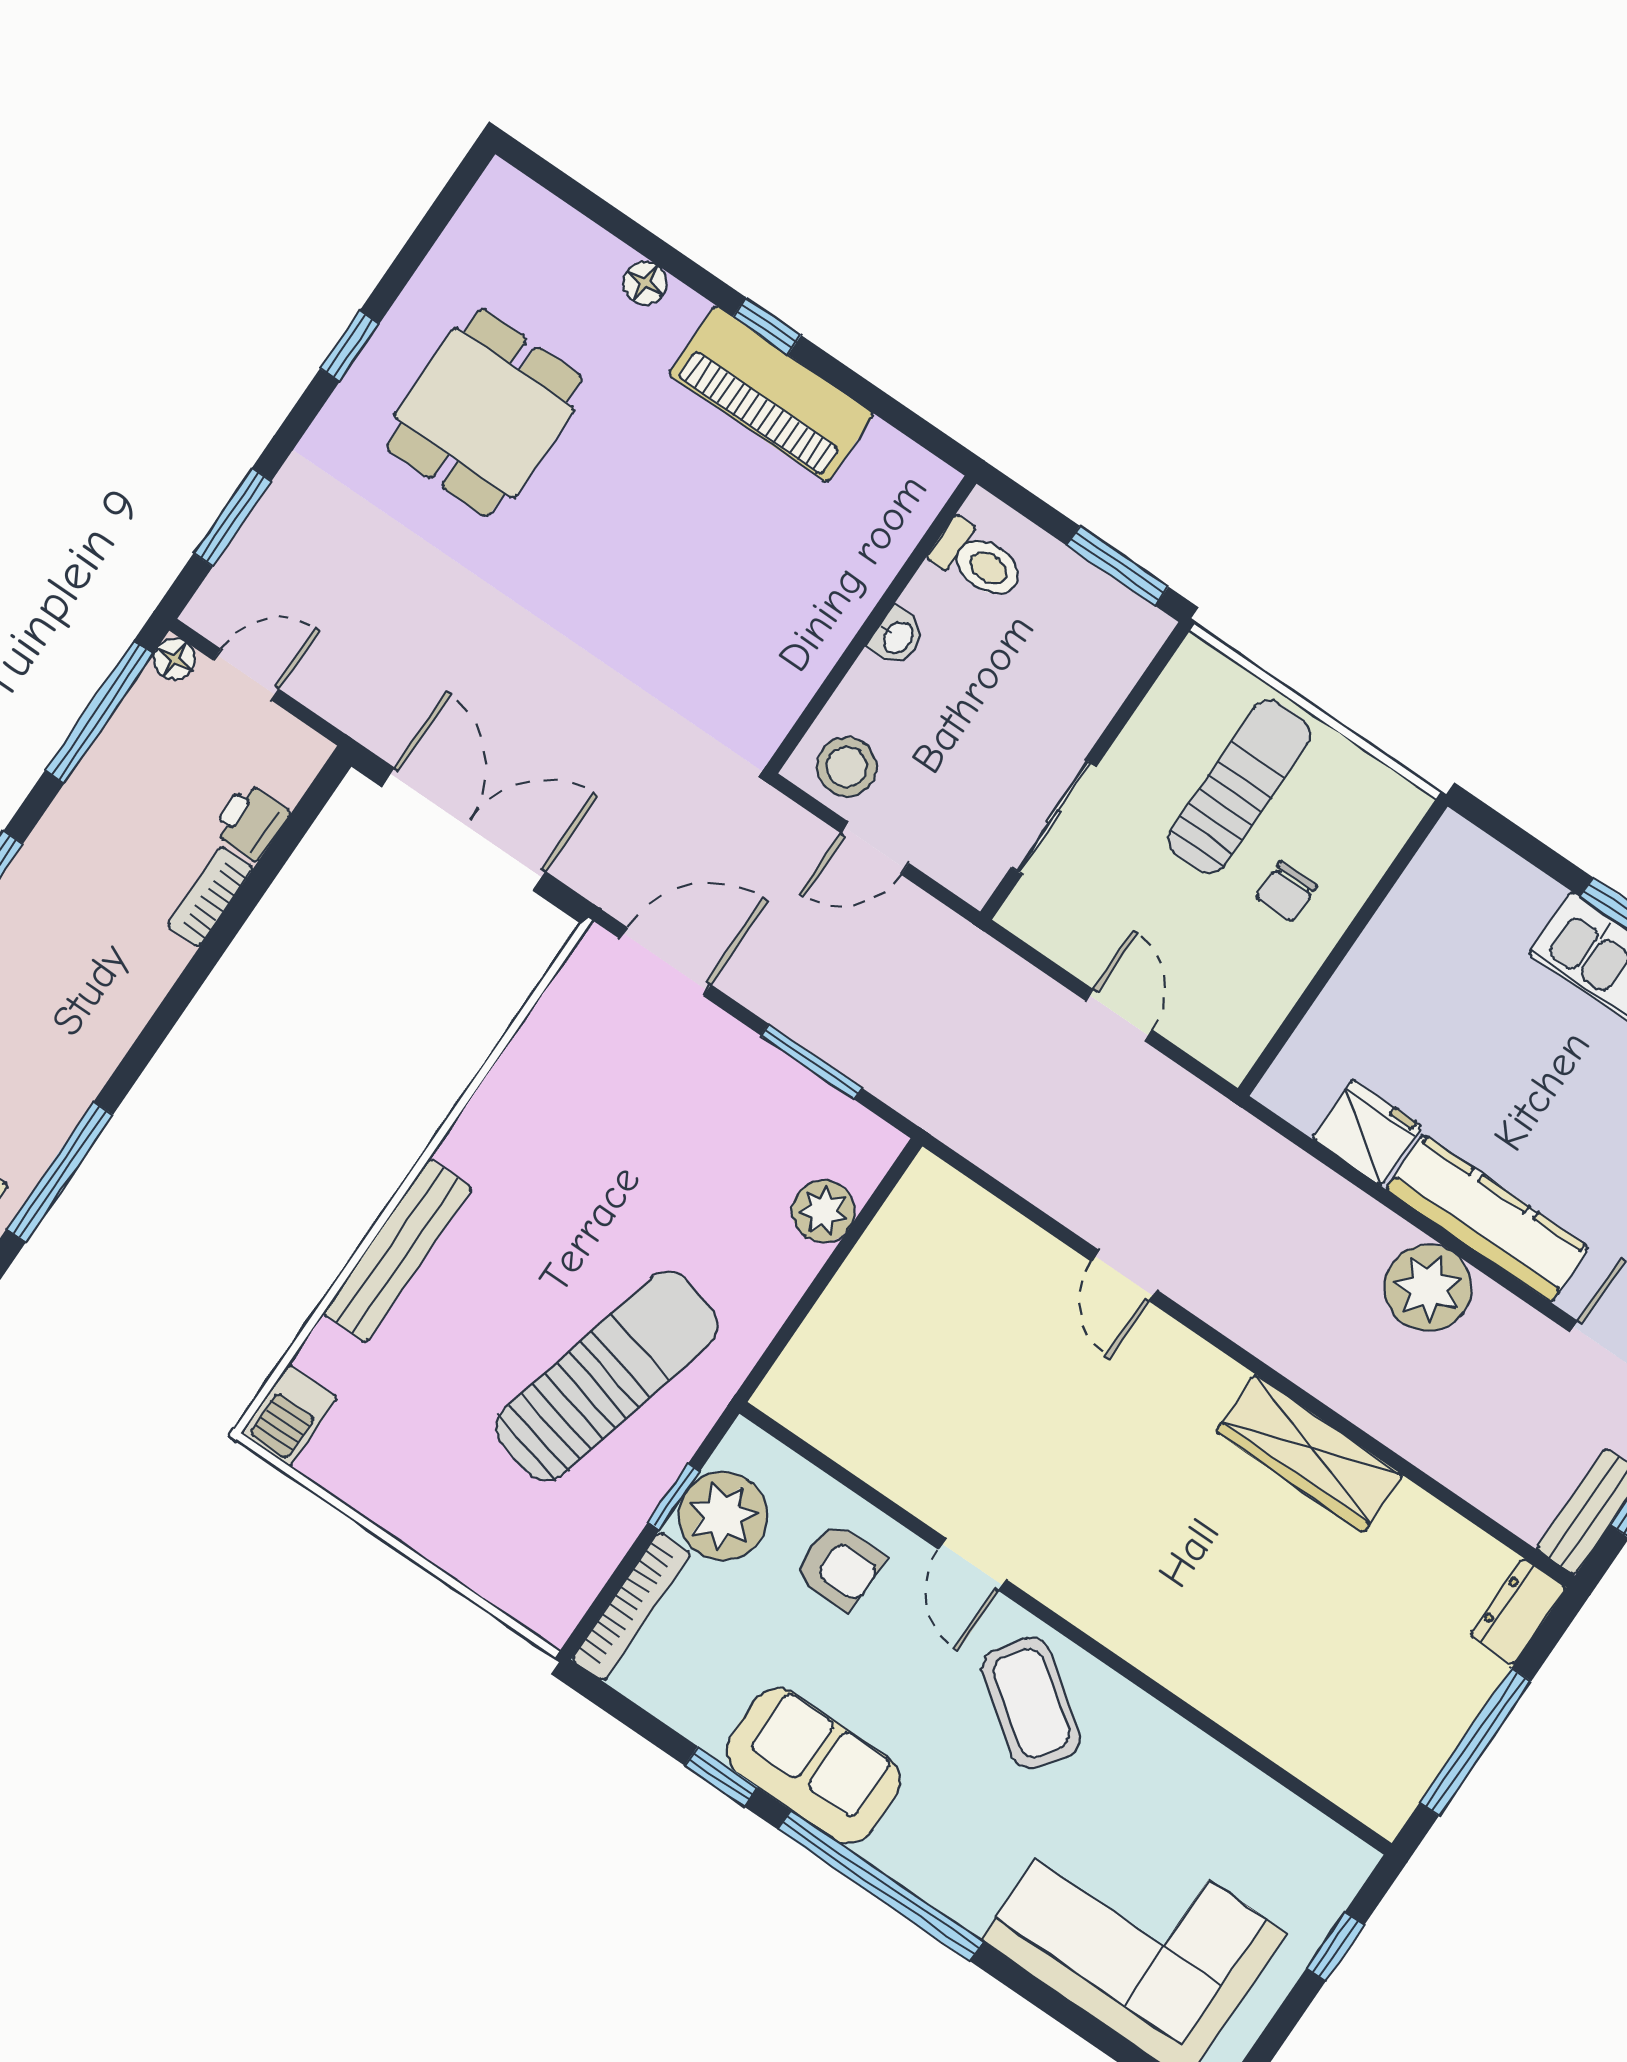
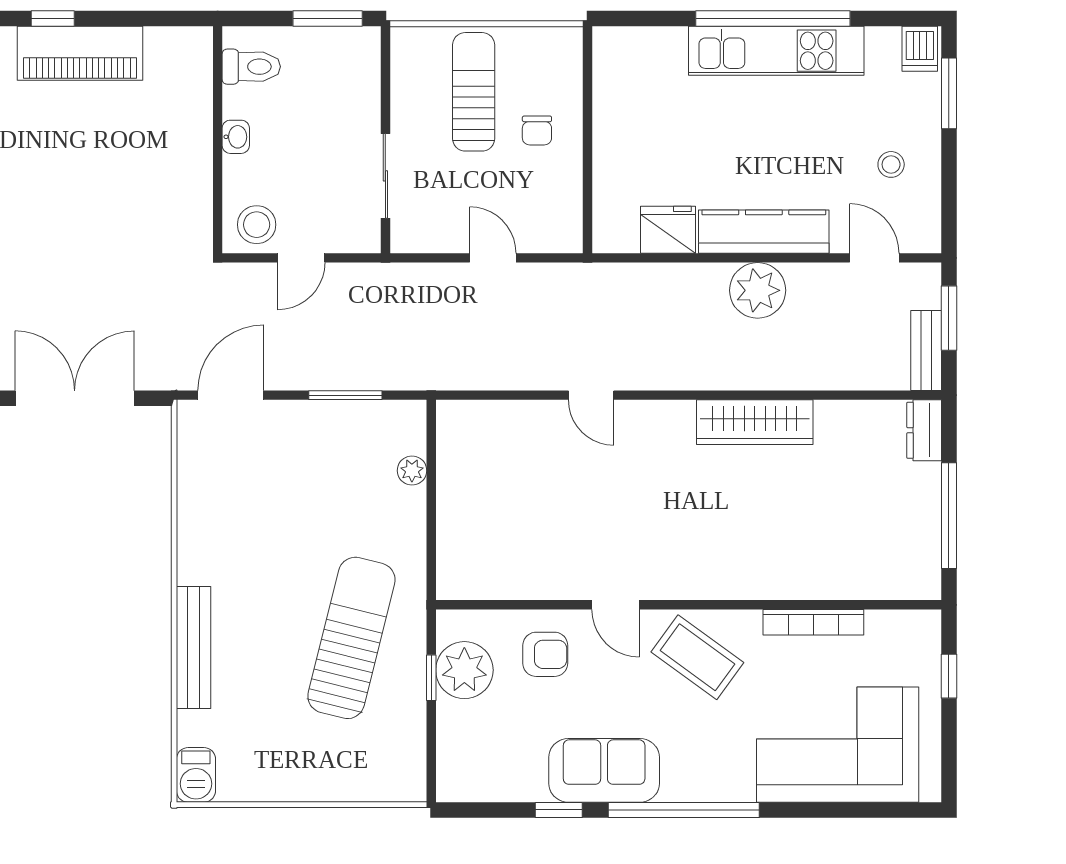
plant: (823, 1211) -> (412, 471), width x0.73, depth x0.73
bookcase: (631, 1607) -> (813, 622), moved, turned 90

